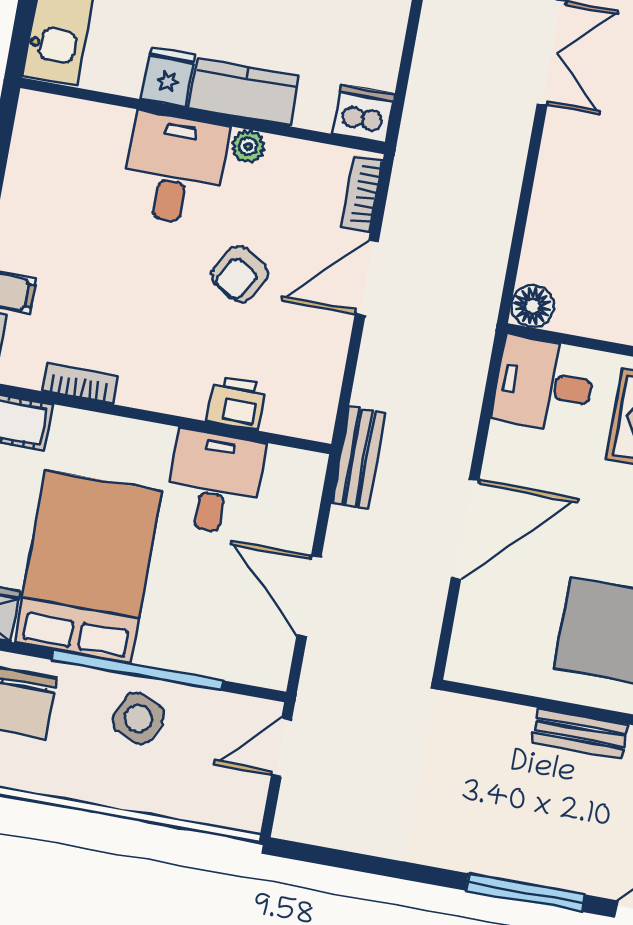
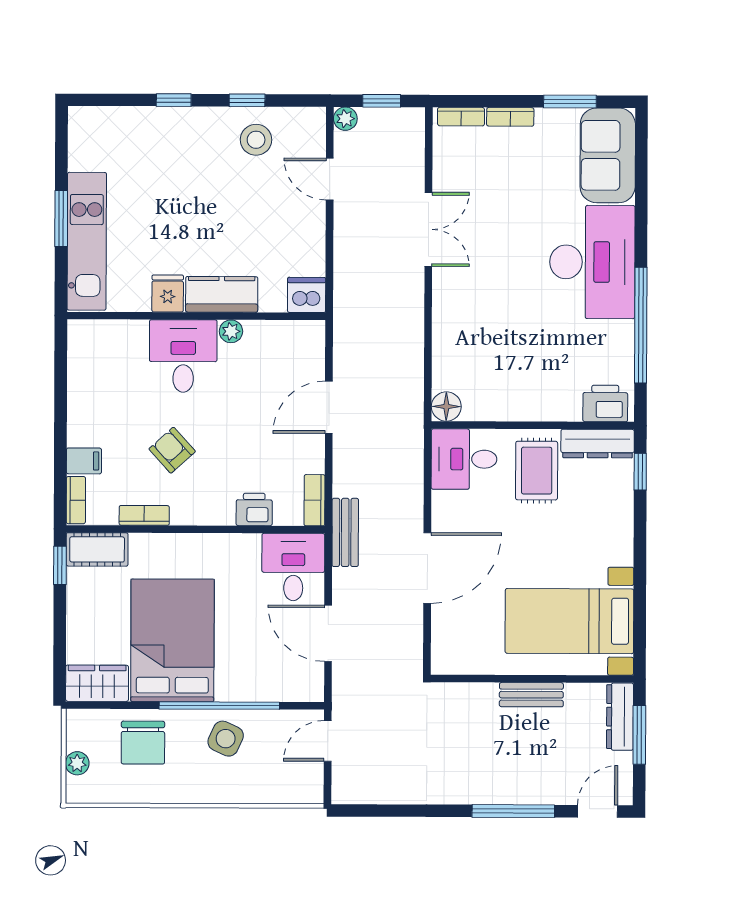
bookcase: (362, 194) -> (315, 500), moved
armchair: (240, 274) -> (172, 450), moved, turned 108
desk: (214, 483) -> (293, 567), moved

